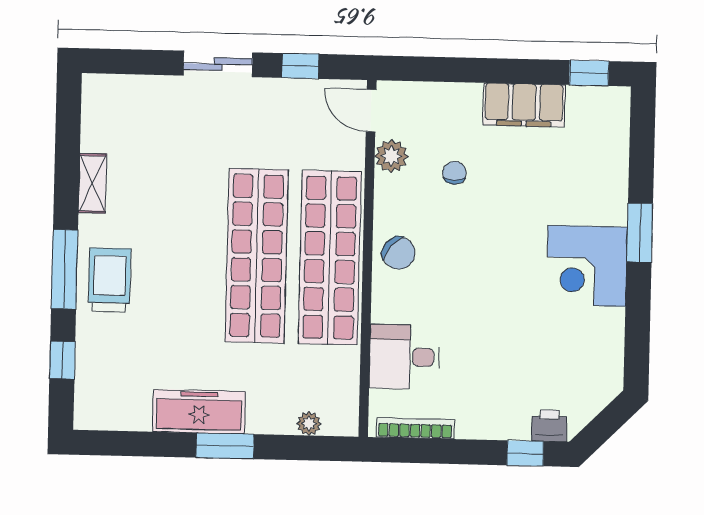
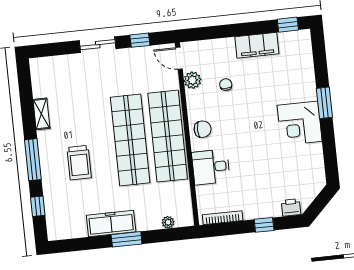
chair: (399, 253) -> (203, 129), turned -40
trolley: (109, 280) -> (79, 163), moved, turned 180
desk: (404, 357) -> (211, 167), moved
window: (525, 453) -> (264, 225), moved

